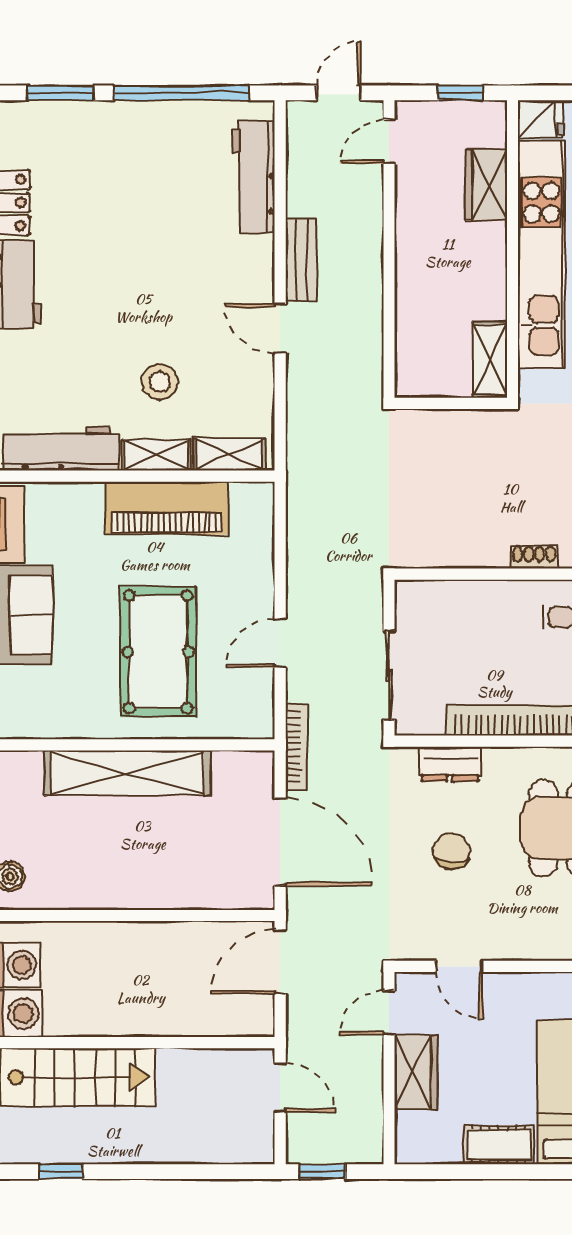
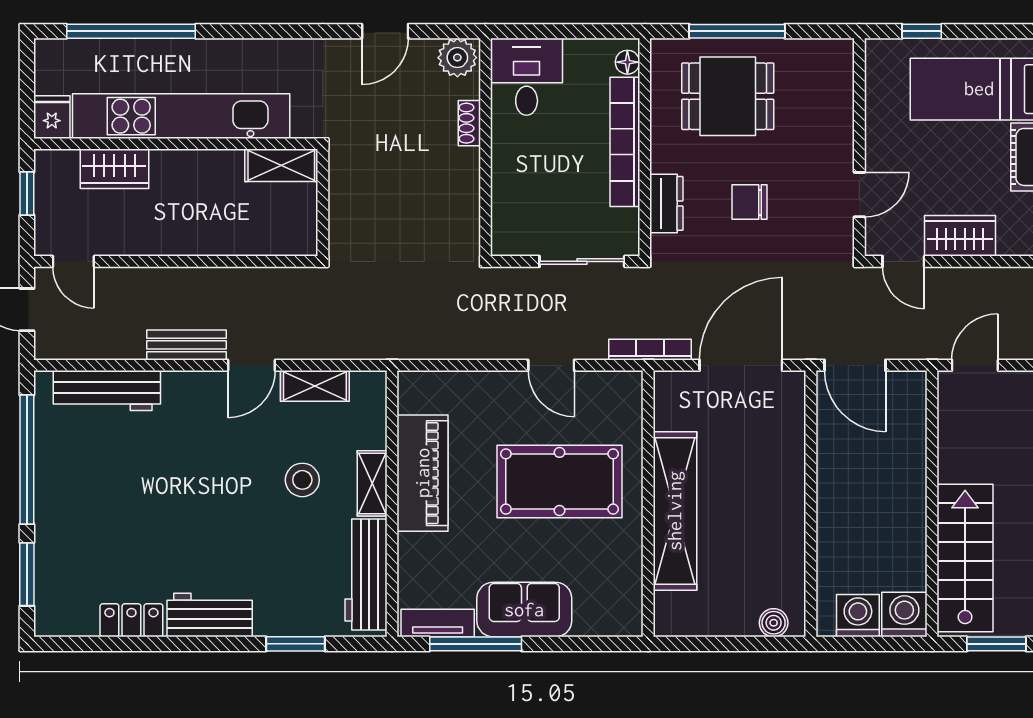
shelving: (229, 454) -> (315, 386), moved, turned 90

